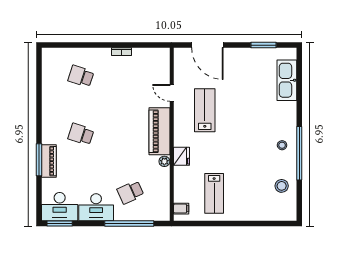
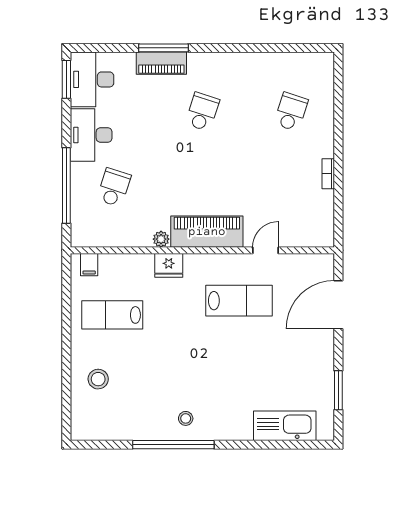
stool: (282, 186) -> (98, 379), moved
school desk: (130, 192) -> (114, 187), turned 42

